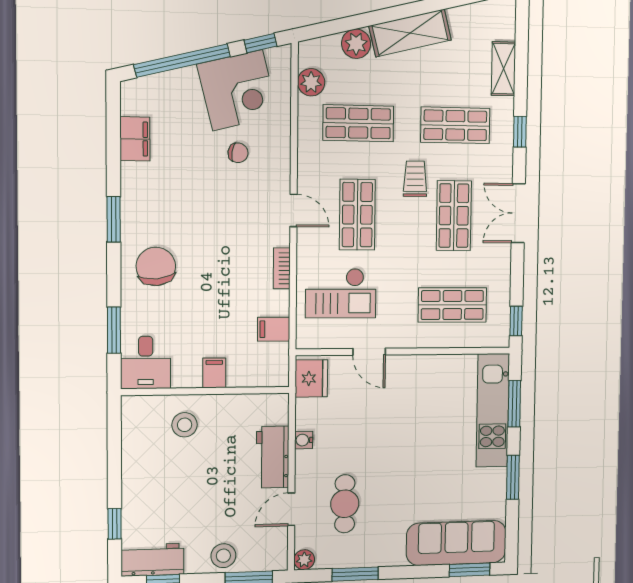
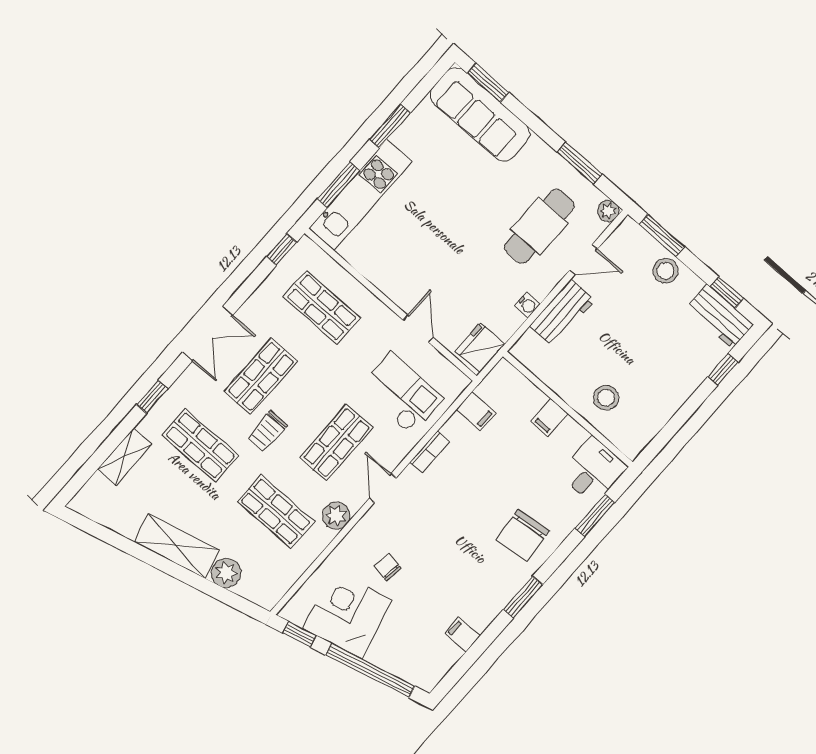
plant: (311, 82) -> (336, 516), moved
filing cabinet: (135, 139) -> (462, 635), width x0.50
cafe table: (345, 504) -> (539, 226), width x1.37, depth x1.35

